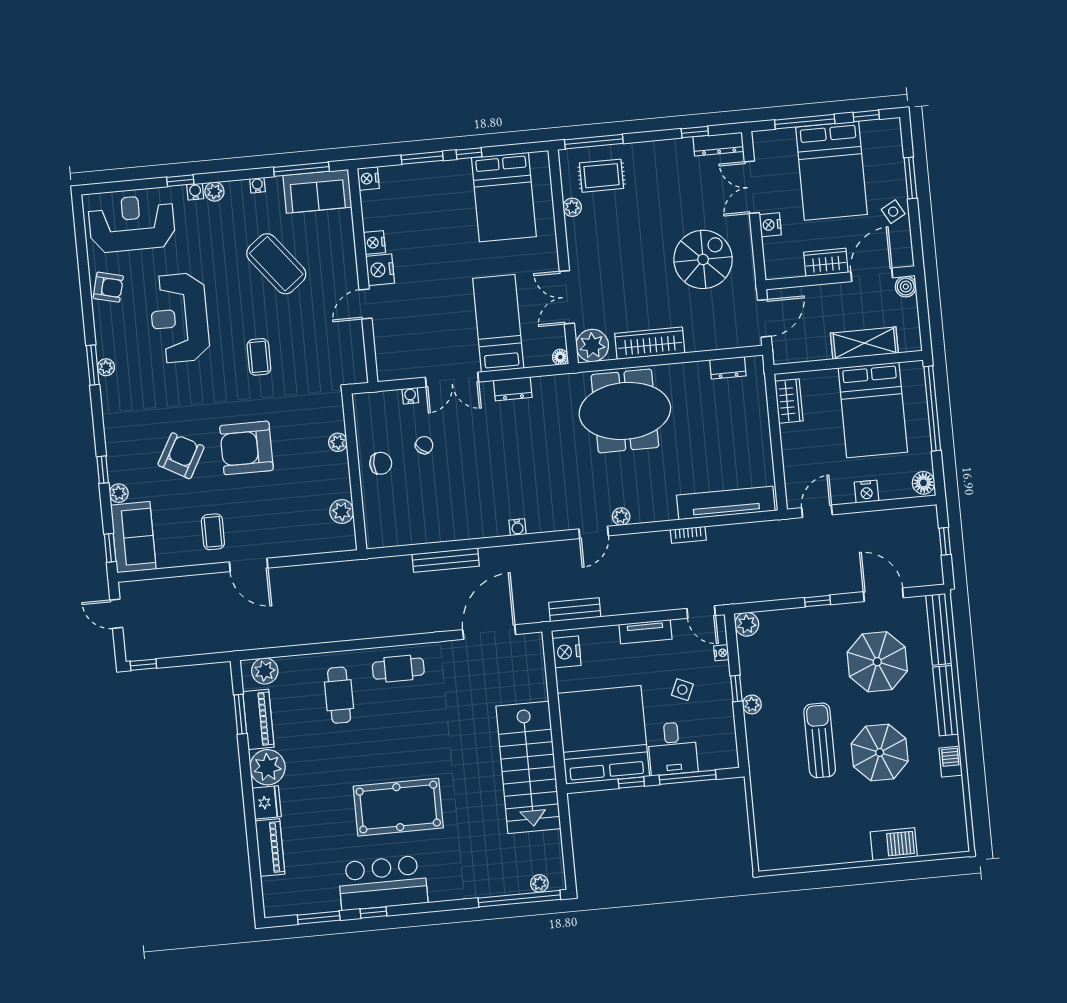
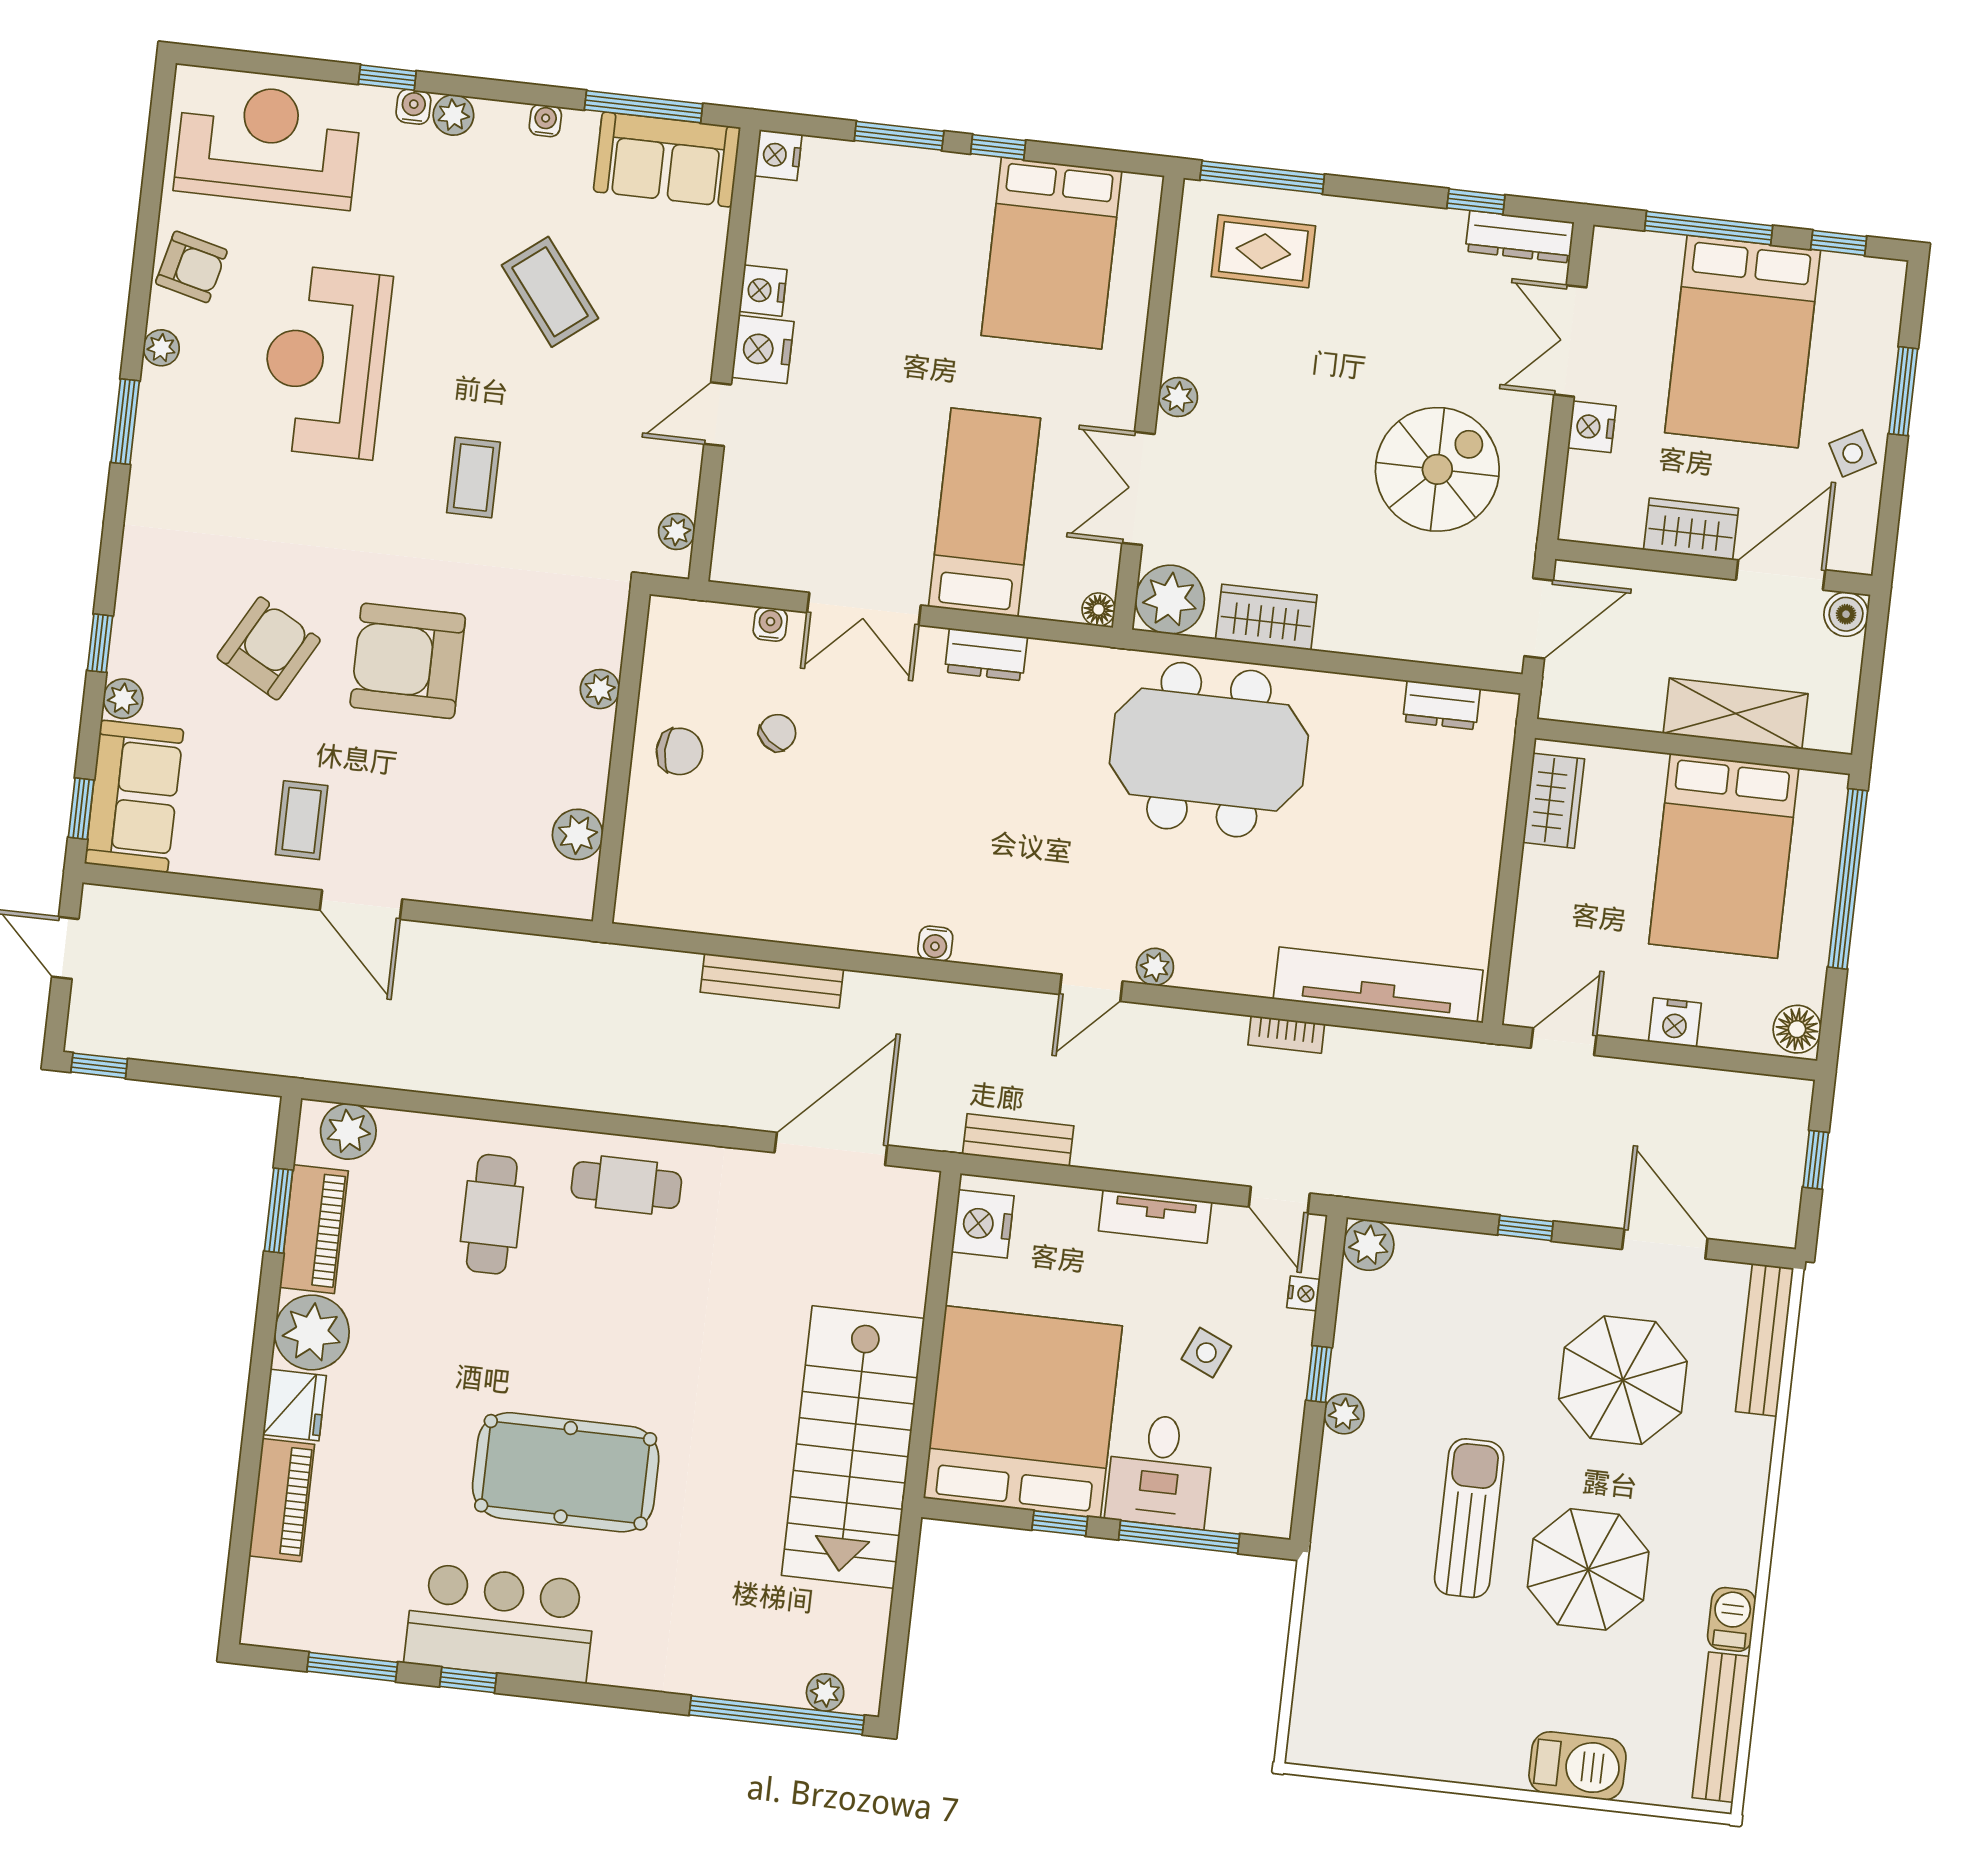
plant: (572, 207) -> (1178, 397), moved
coffee table: (276, 264) -> (550, 292), width x0.73, depth x0.76
wardrobe: (650, 343) -> (1266, 617), width x0.67
plant: (358, 362) -> (677, 531), added
plant: (106, 367) -> (161, 348), moved
bench: (946, 701) -> (1721, 1727), moved

